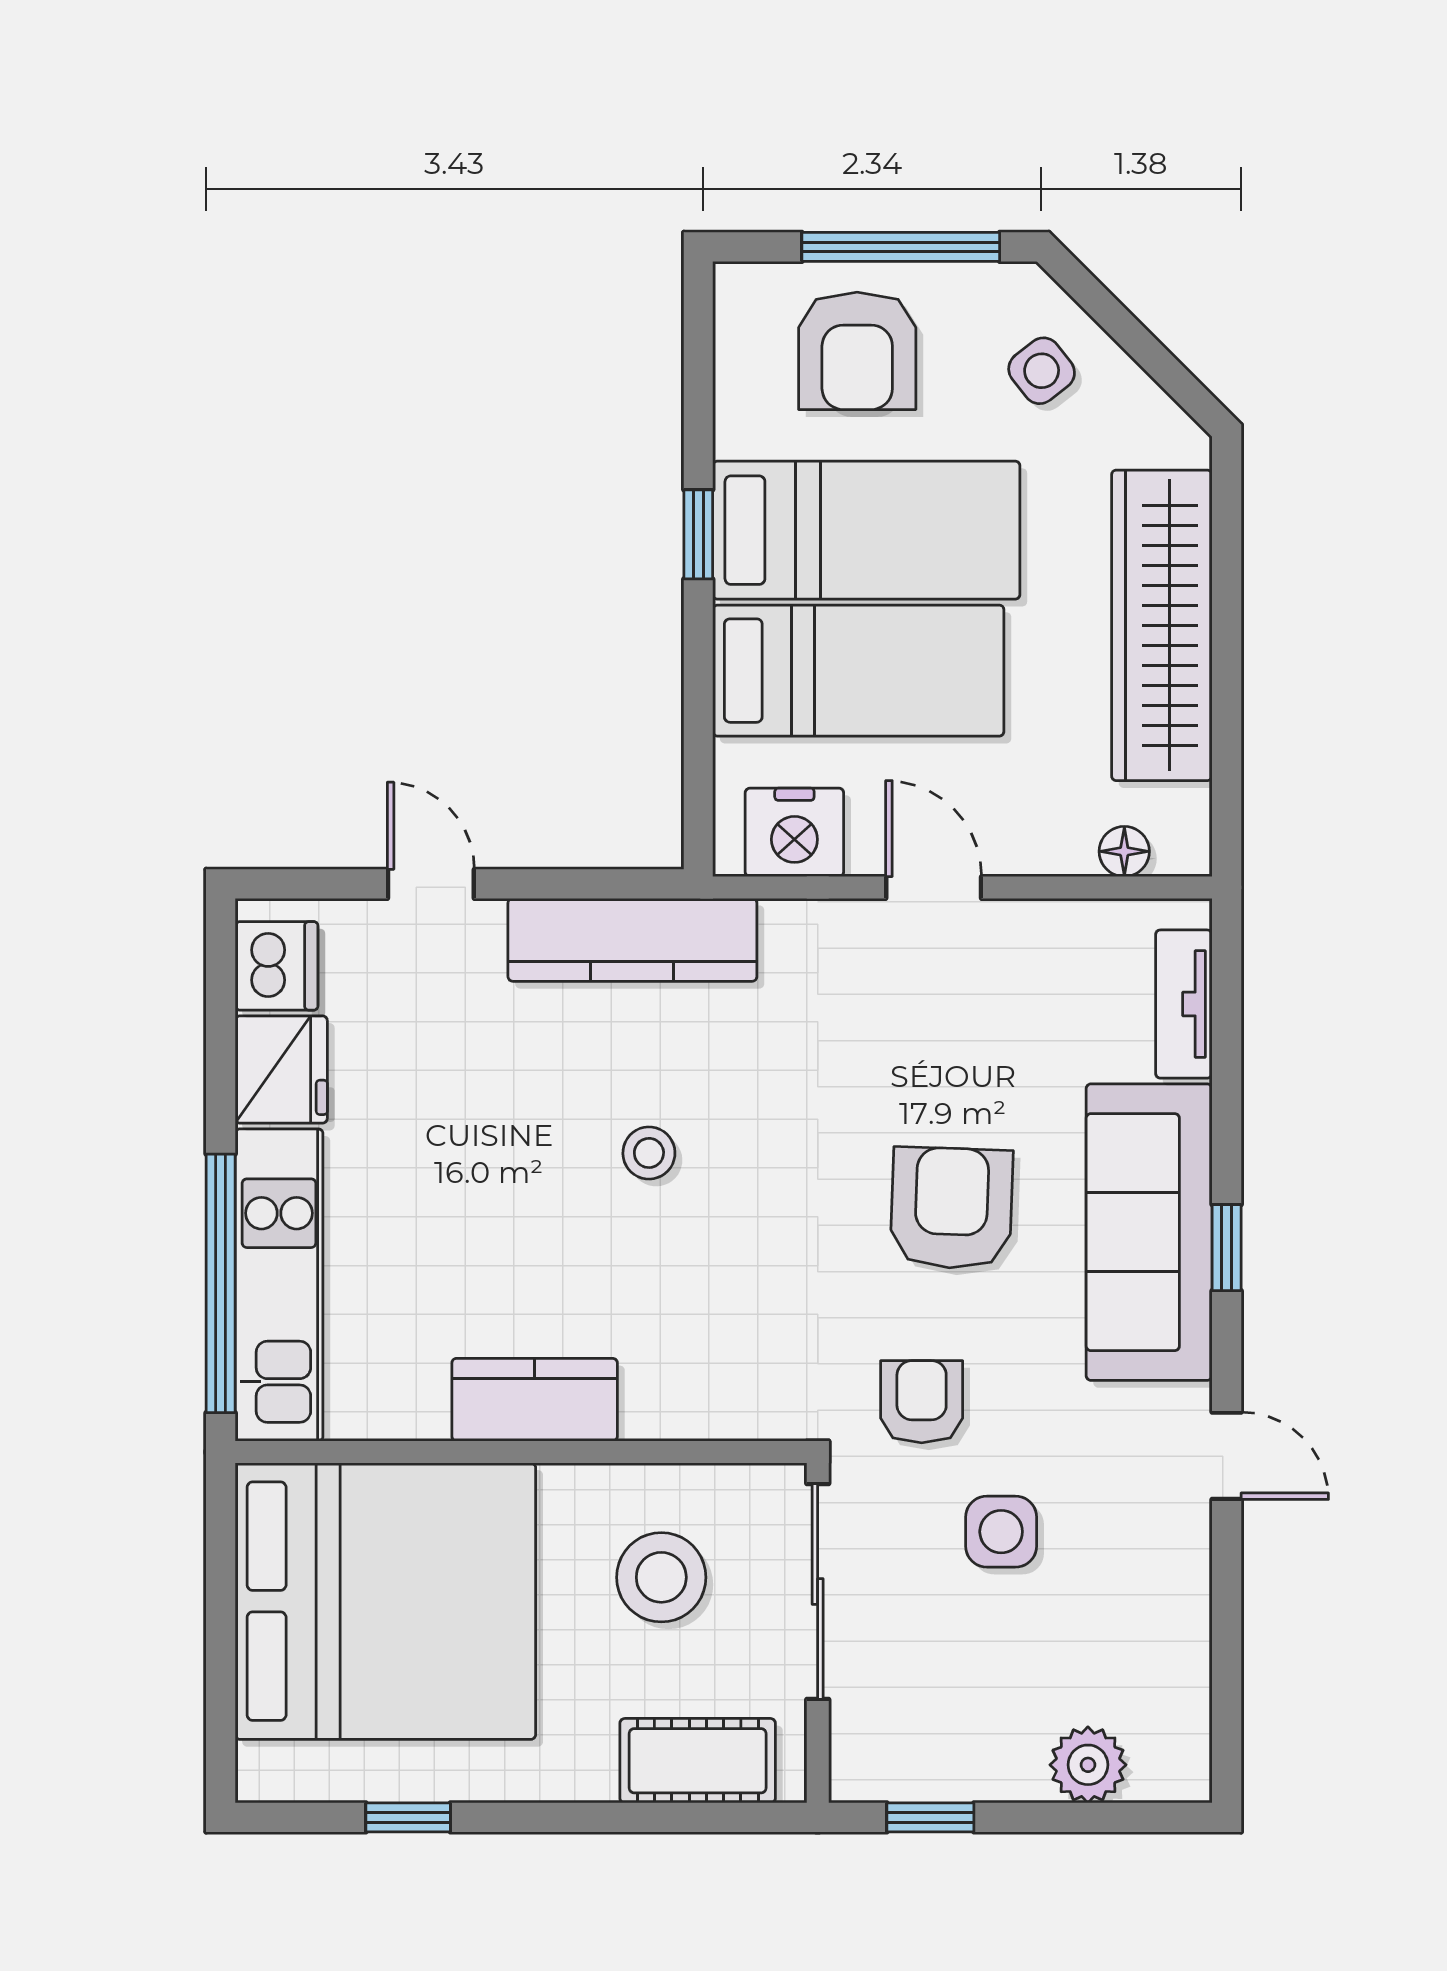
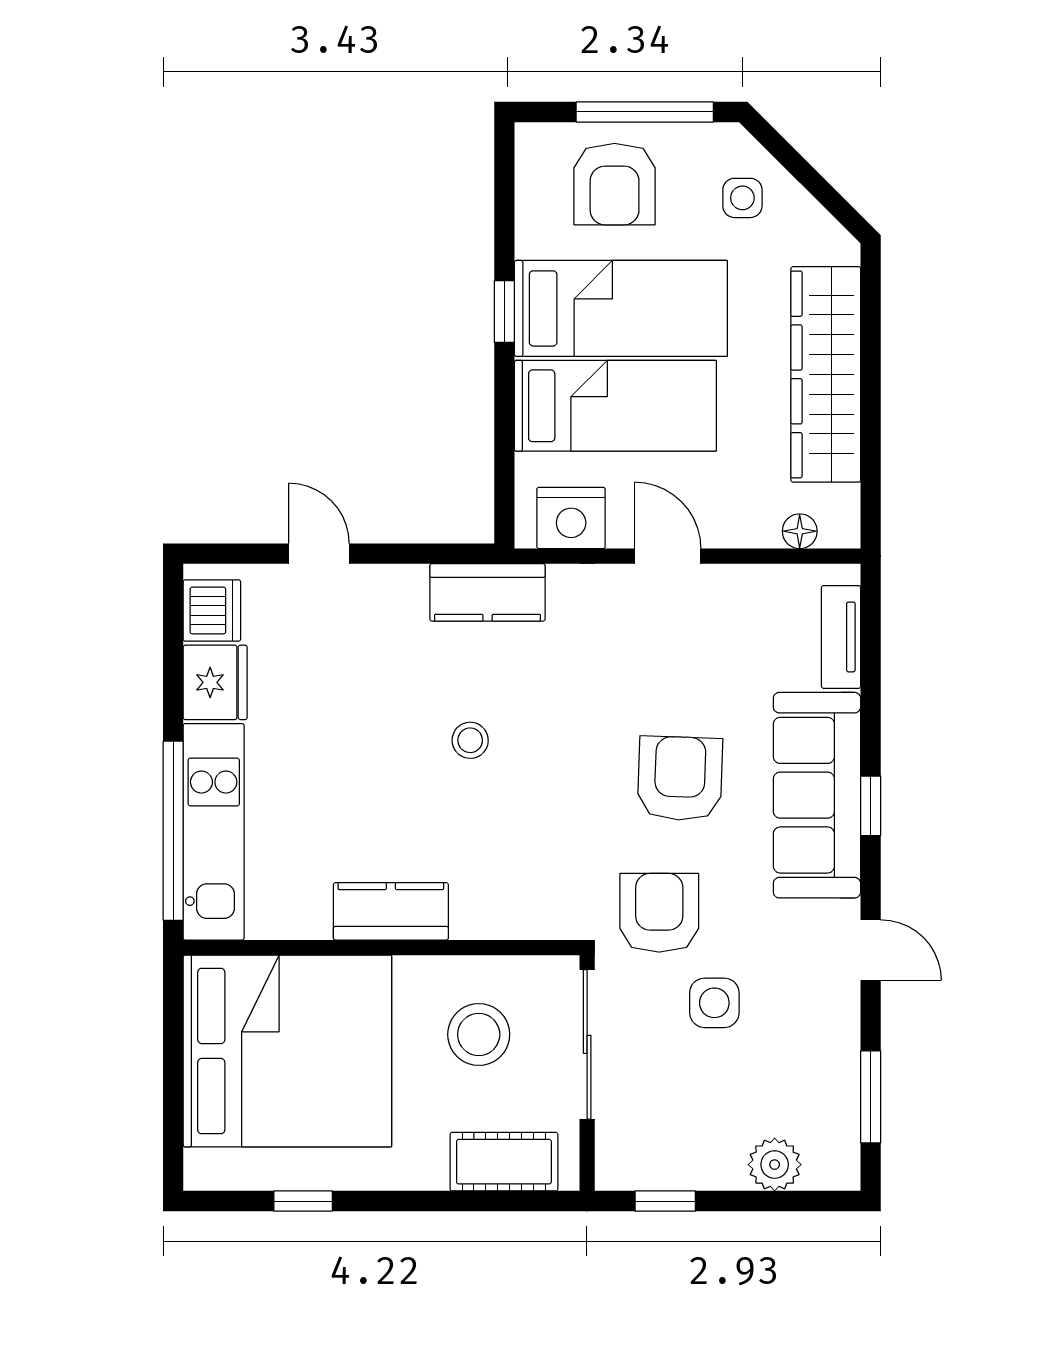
side table: (1042, 371) -> (742, 198), turned 38
kitchen counter: (632, 940) -> (488, 592), width x0.67
armchair: (922, 1402) -> (659, 913), width x1.38, depth x1.38
window: (1227, 1667) -> (871, 1097), added

